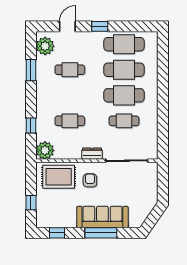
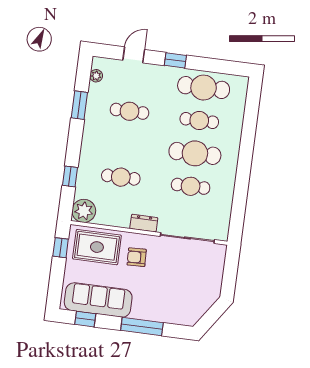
plant: (45, 46) -> (96, 76), width x0.53, depth x0.53
cafe table: (124, 70) -> (199, 120), width x0.73, depth x0.74
armchair: (90, 180) -> (137, 257), turned -92
window: (31, 203) -> (61, 248), moved
sofa: (102, 217) -> (98, 300), moved

